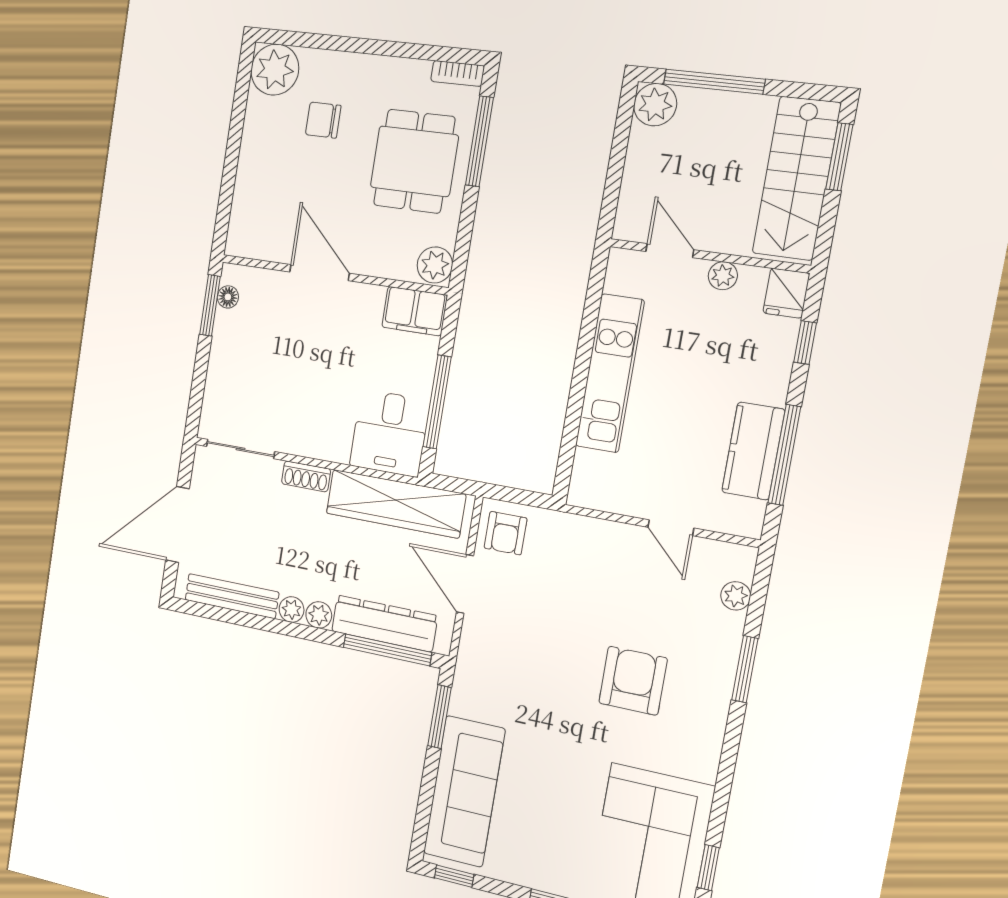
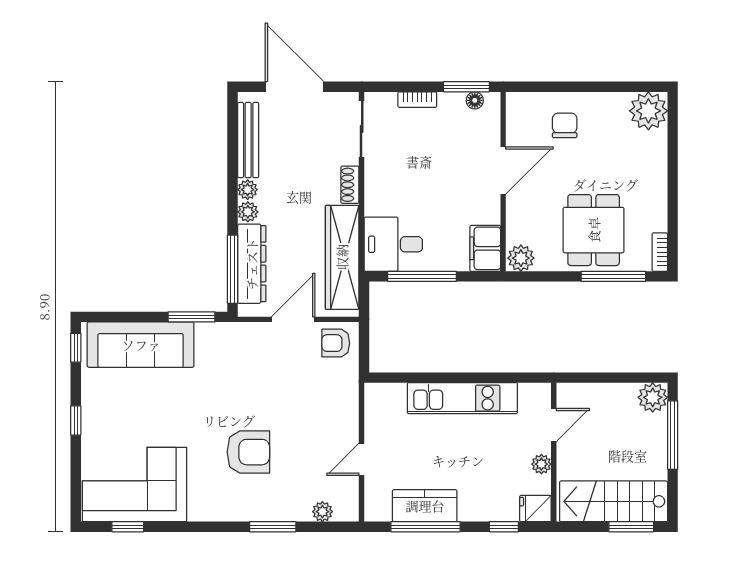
chair: (323, 120) -> (565, 125), moved
dining table: (414, 161) -> (594, 230), turned 90
bookcase: (216, 371) -> (417, 100), added

